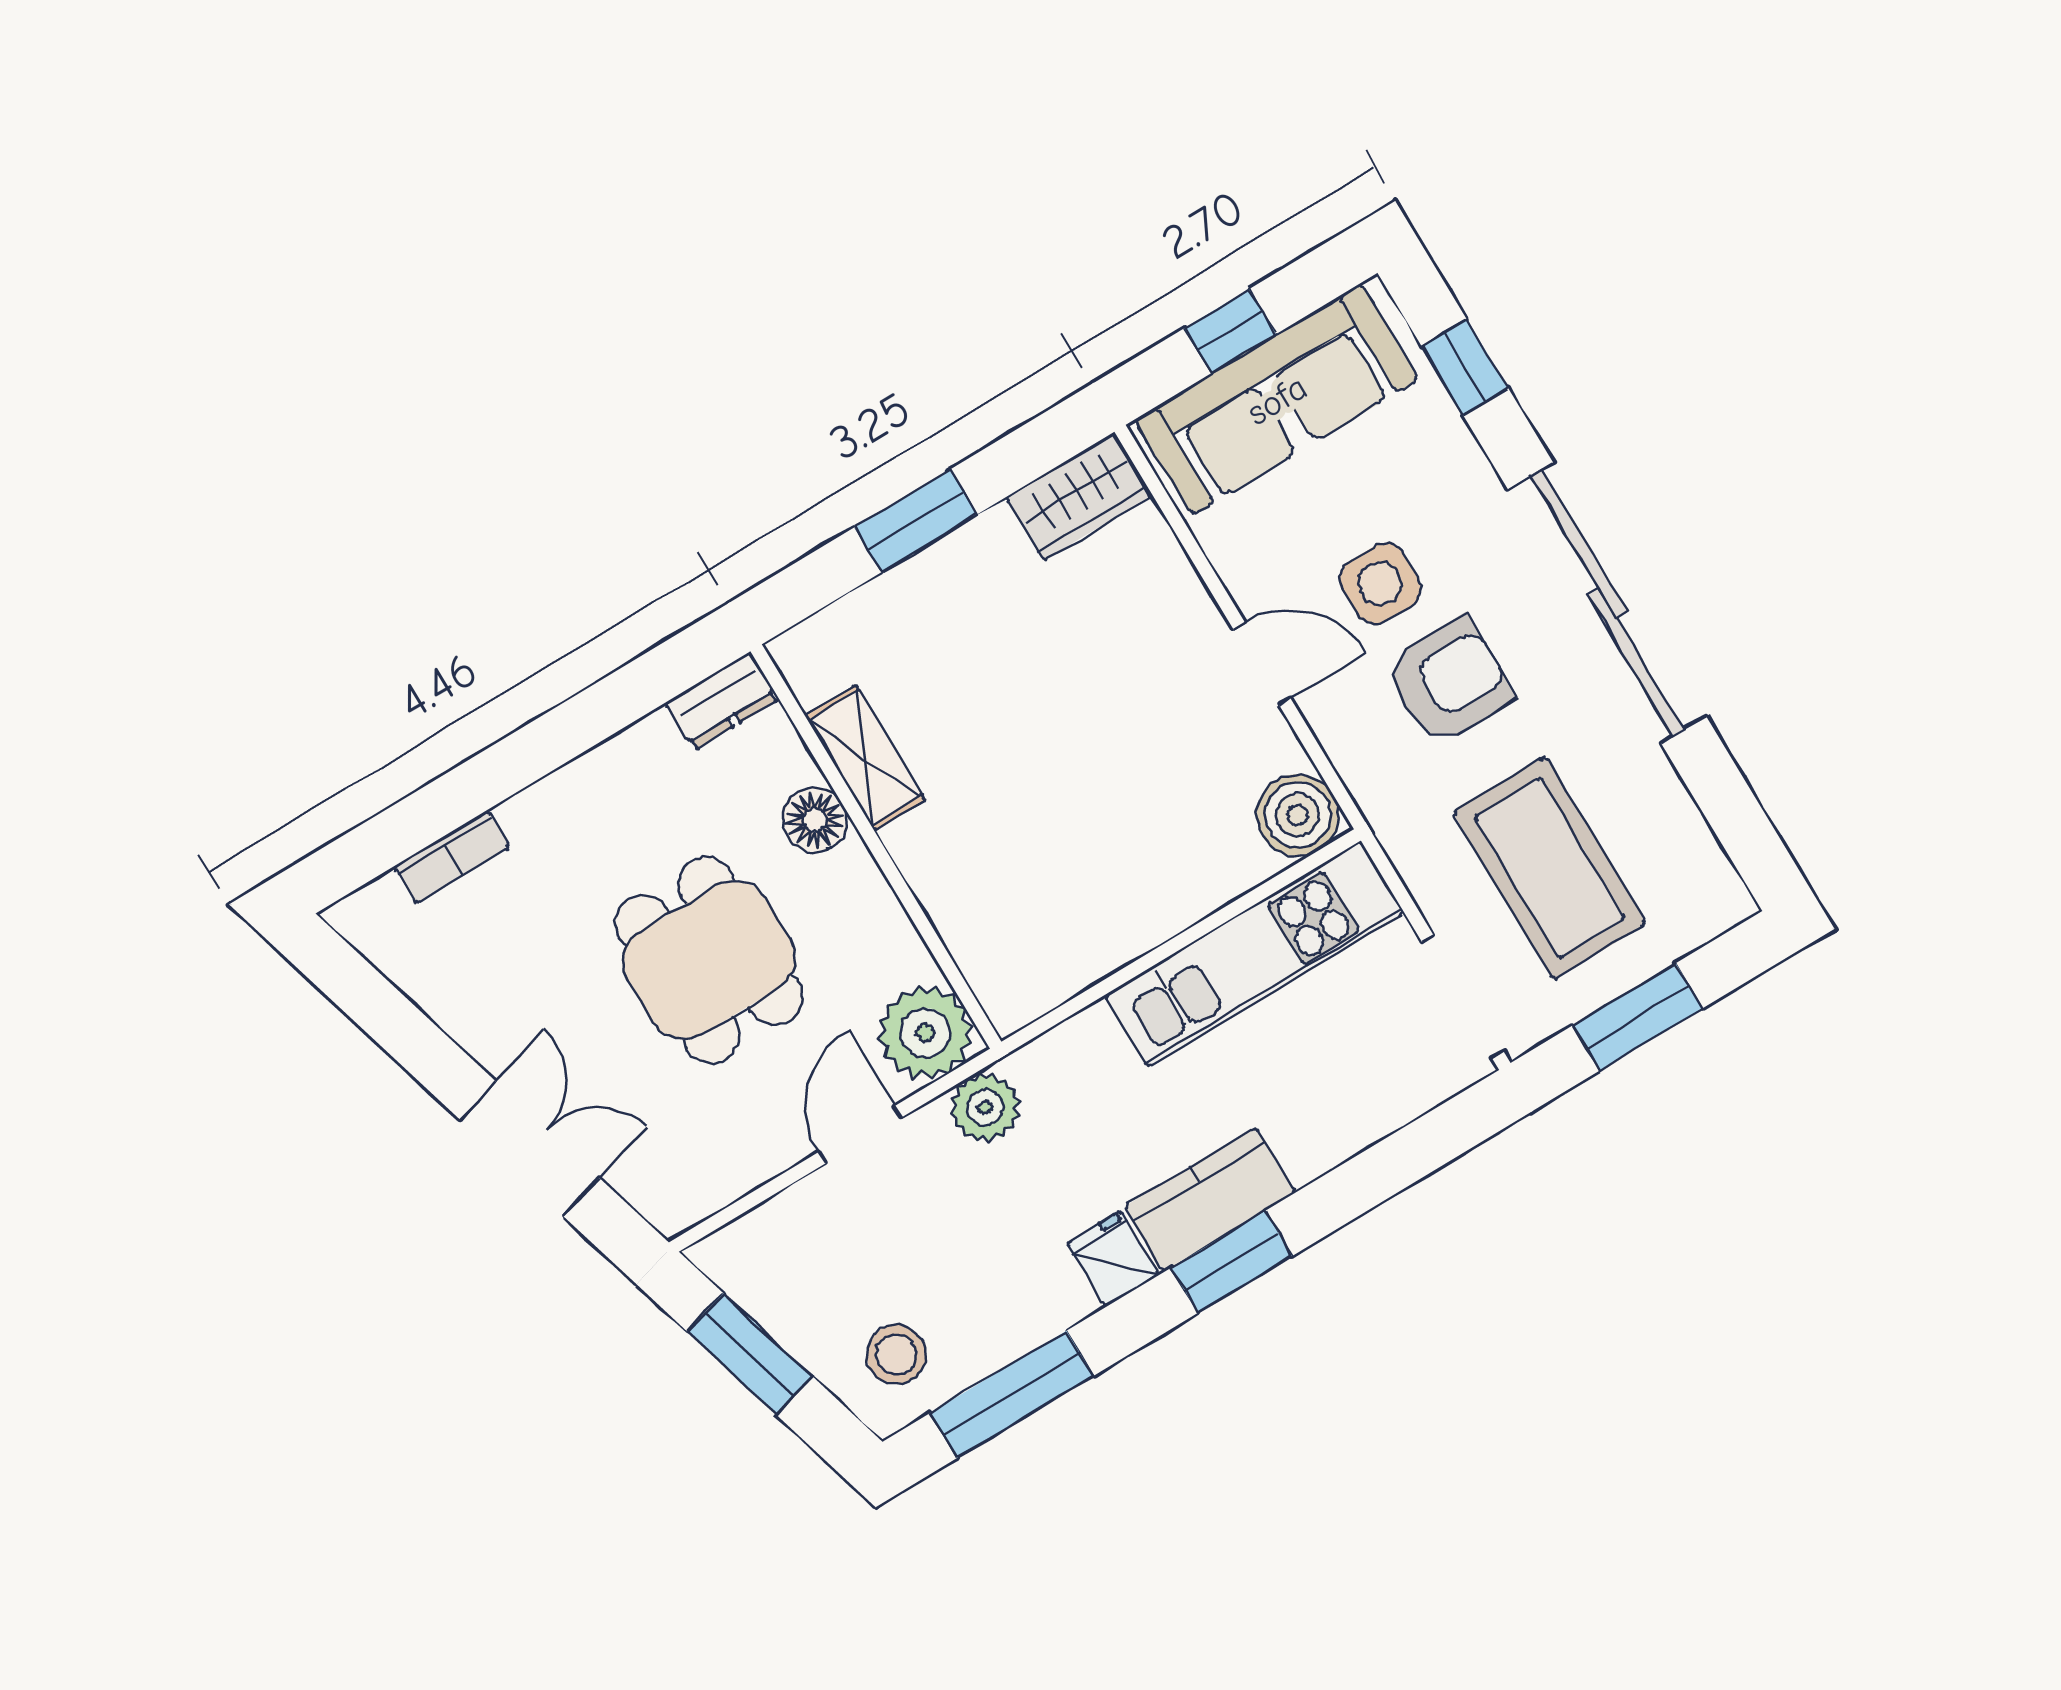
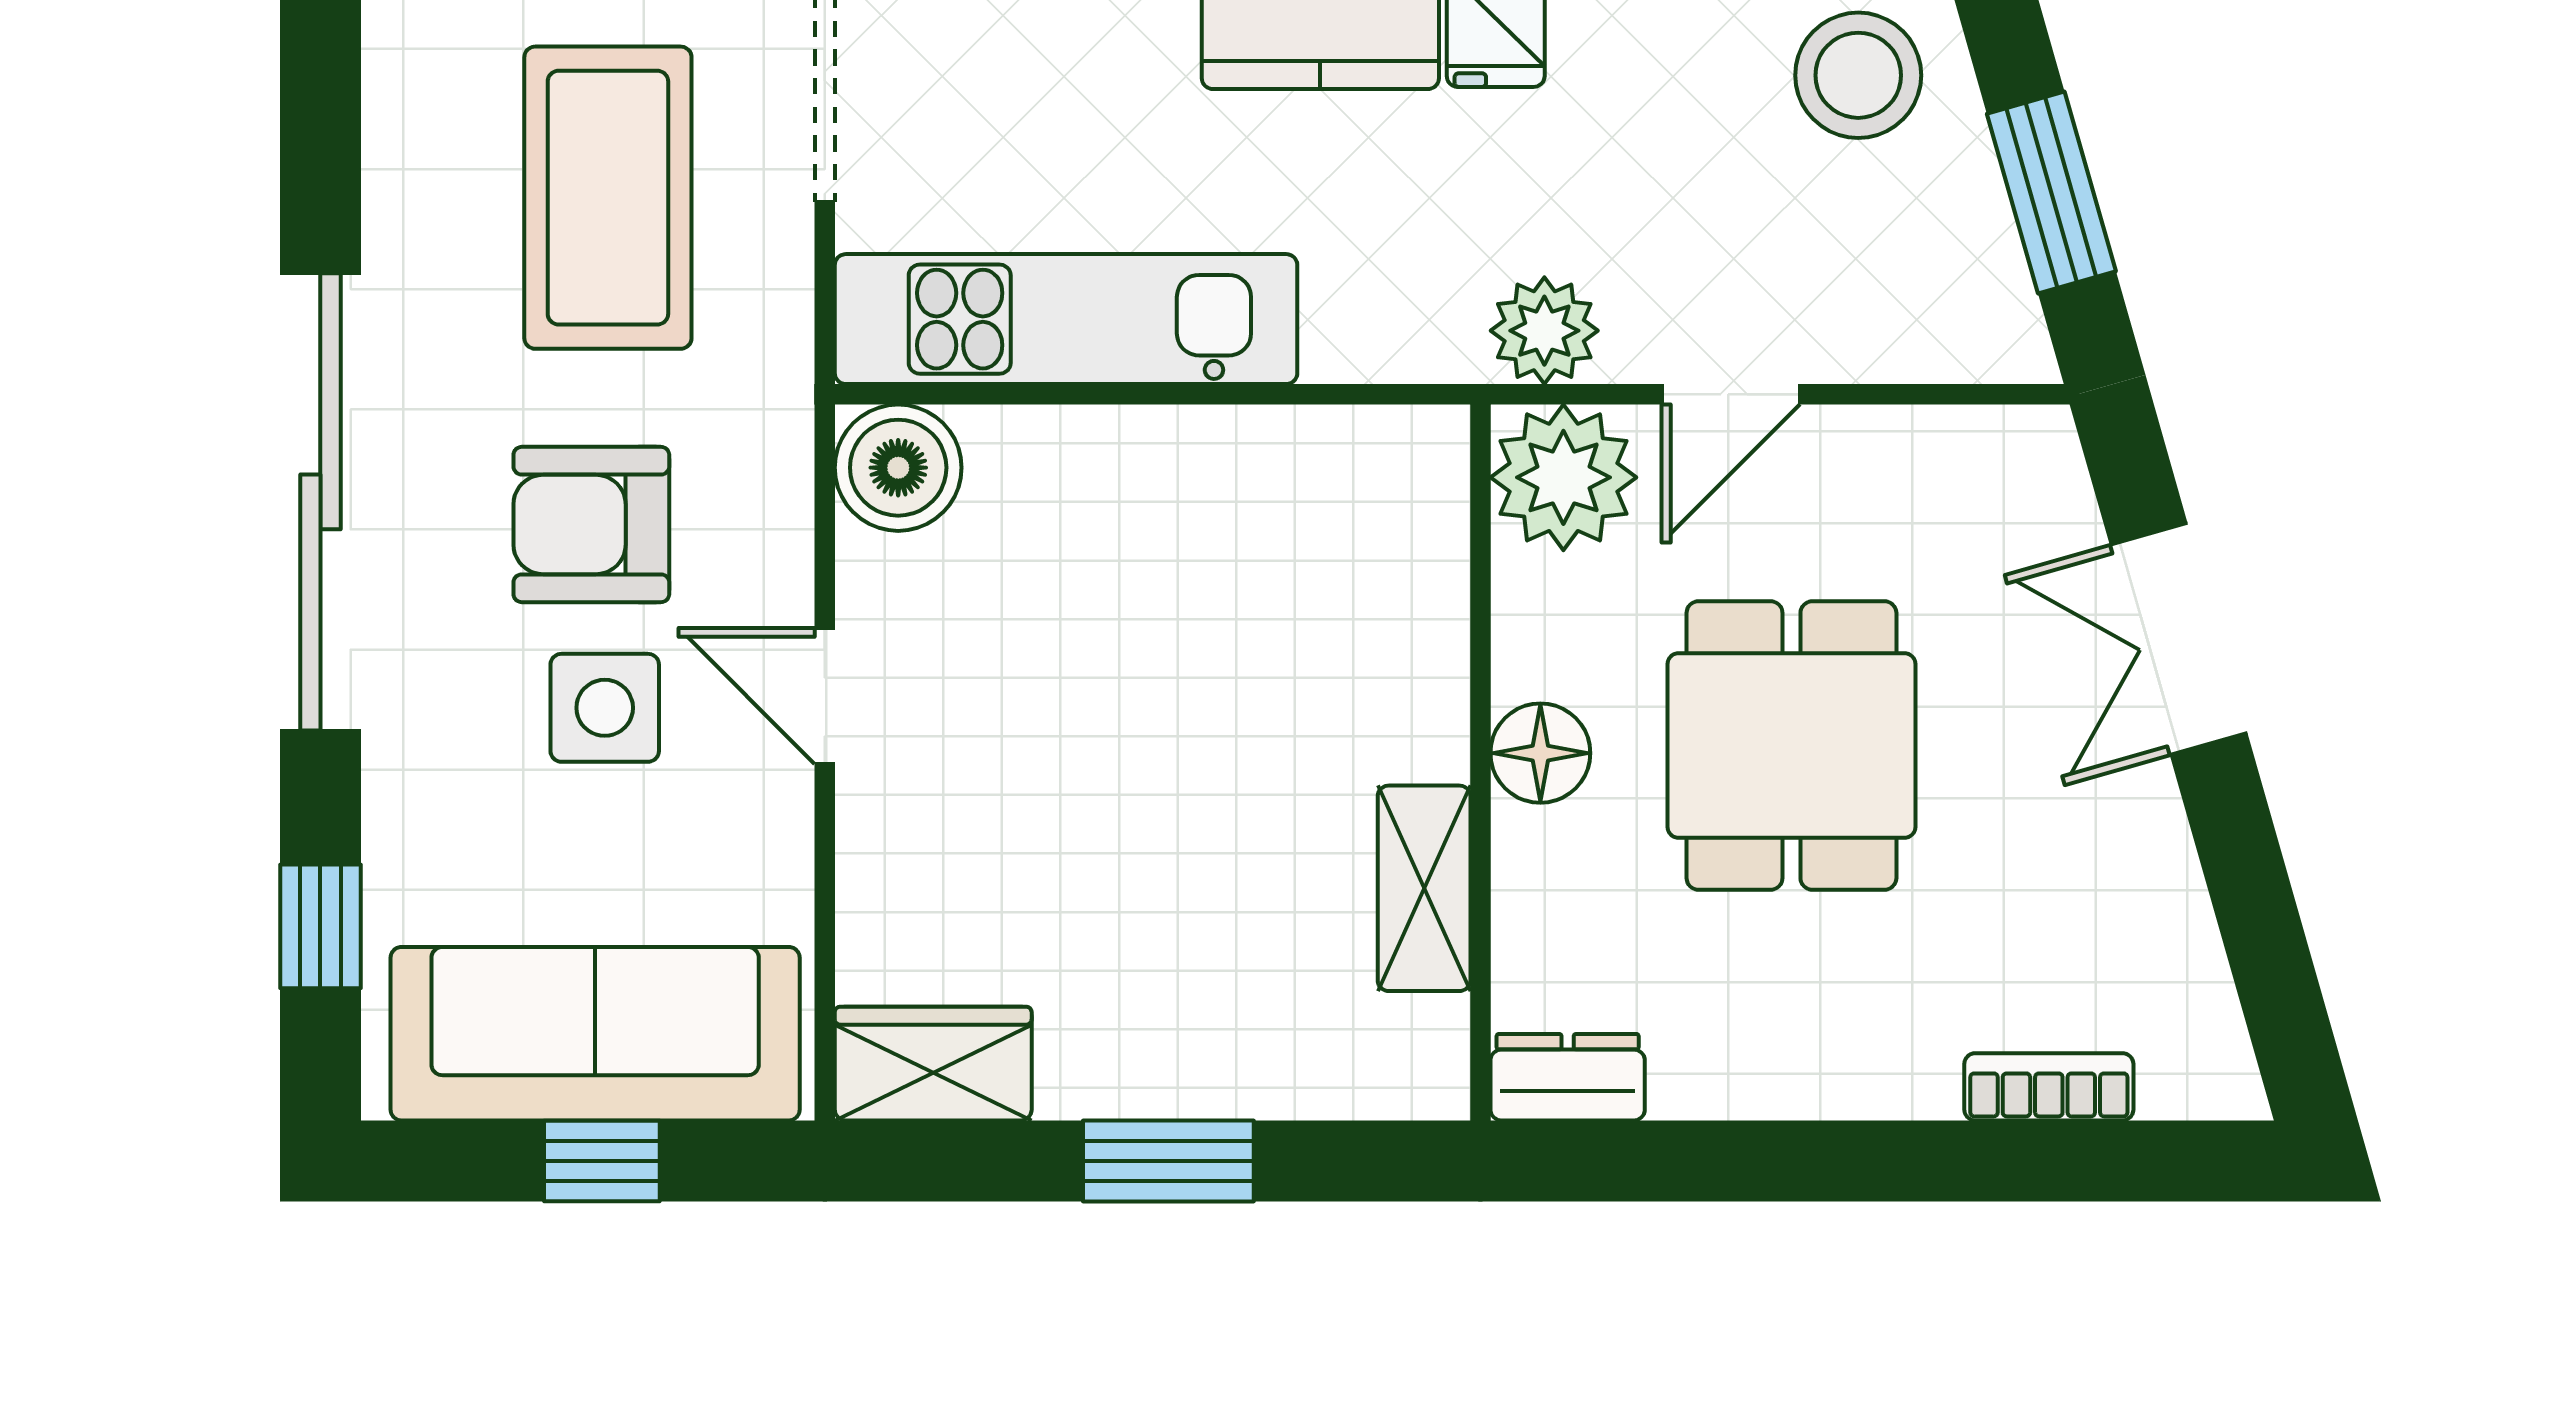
floor lamp: (815, 820) -> (1540, 753), moved
stool: (896, 1354) -> (1858, 75), width x1.38, depth x1.38

